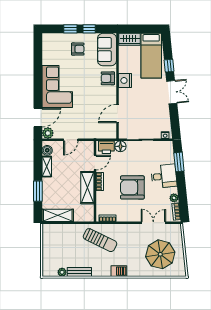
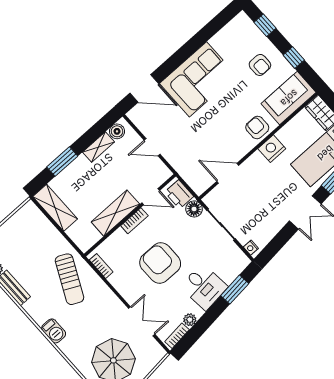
window: (70, 29) -> (265, 25), moved
plant: (48, 133) -> (137, 115), removed

